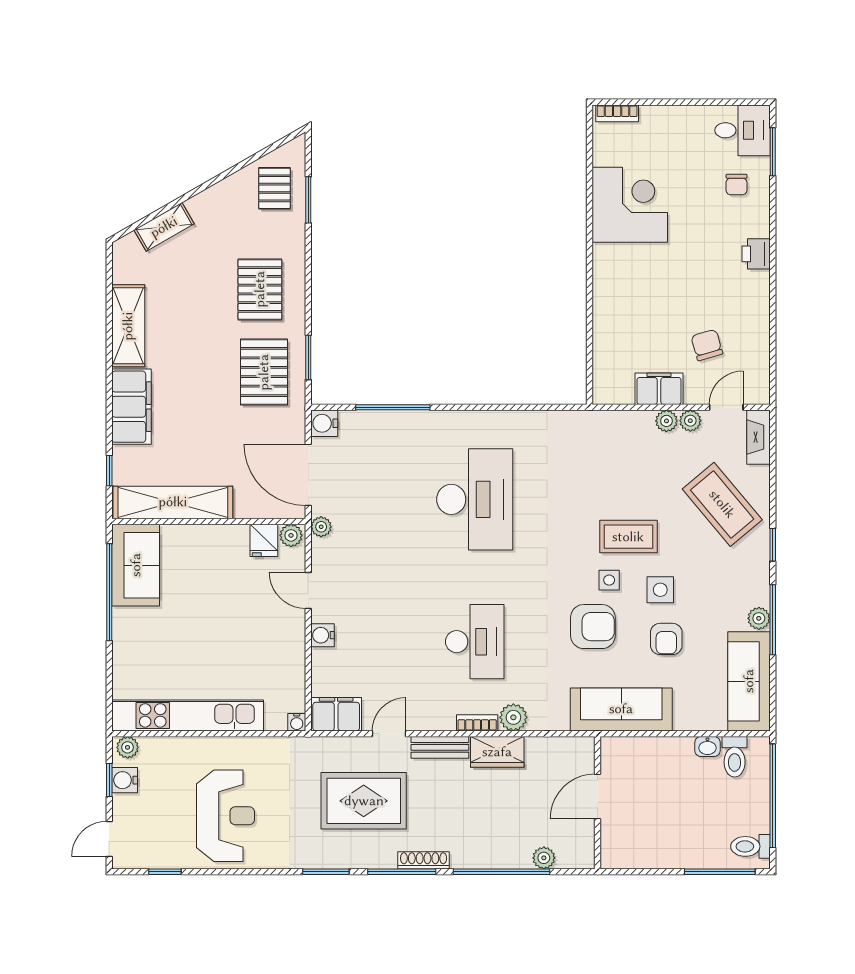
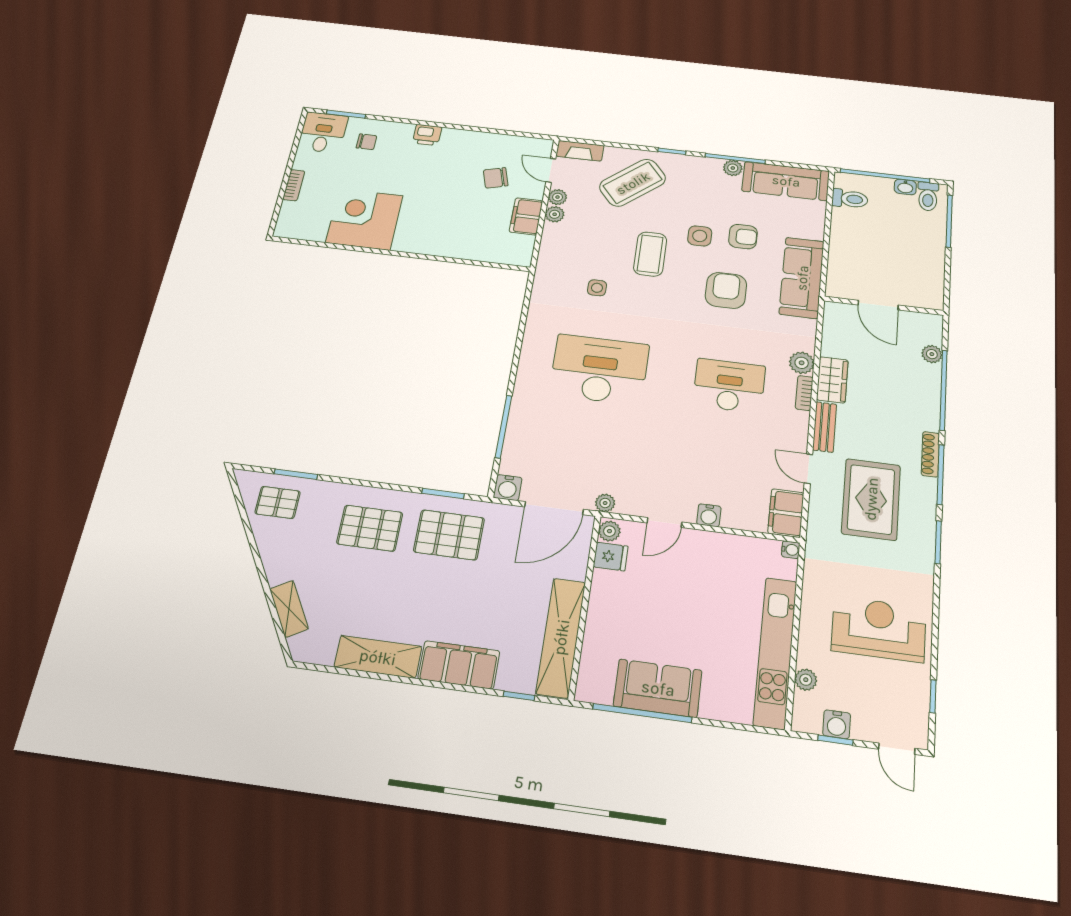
bookcase: (617, 113) -> (294, 185), moved
sofa: (136, 565) -> (658, 688), moved
side table: (609, 580) -> (597, 288), moved
plant: (128, 747) -> (806, 680), moved
washbasin: (707, 747) -> (905, 187), moved, turned 90

